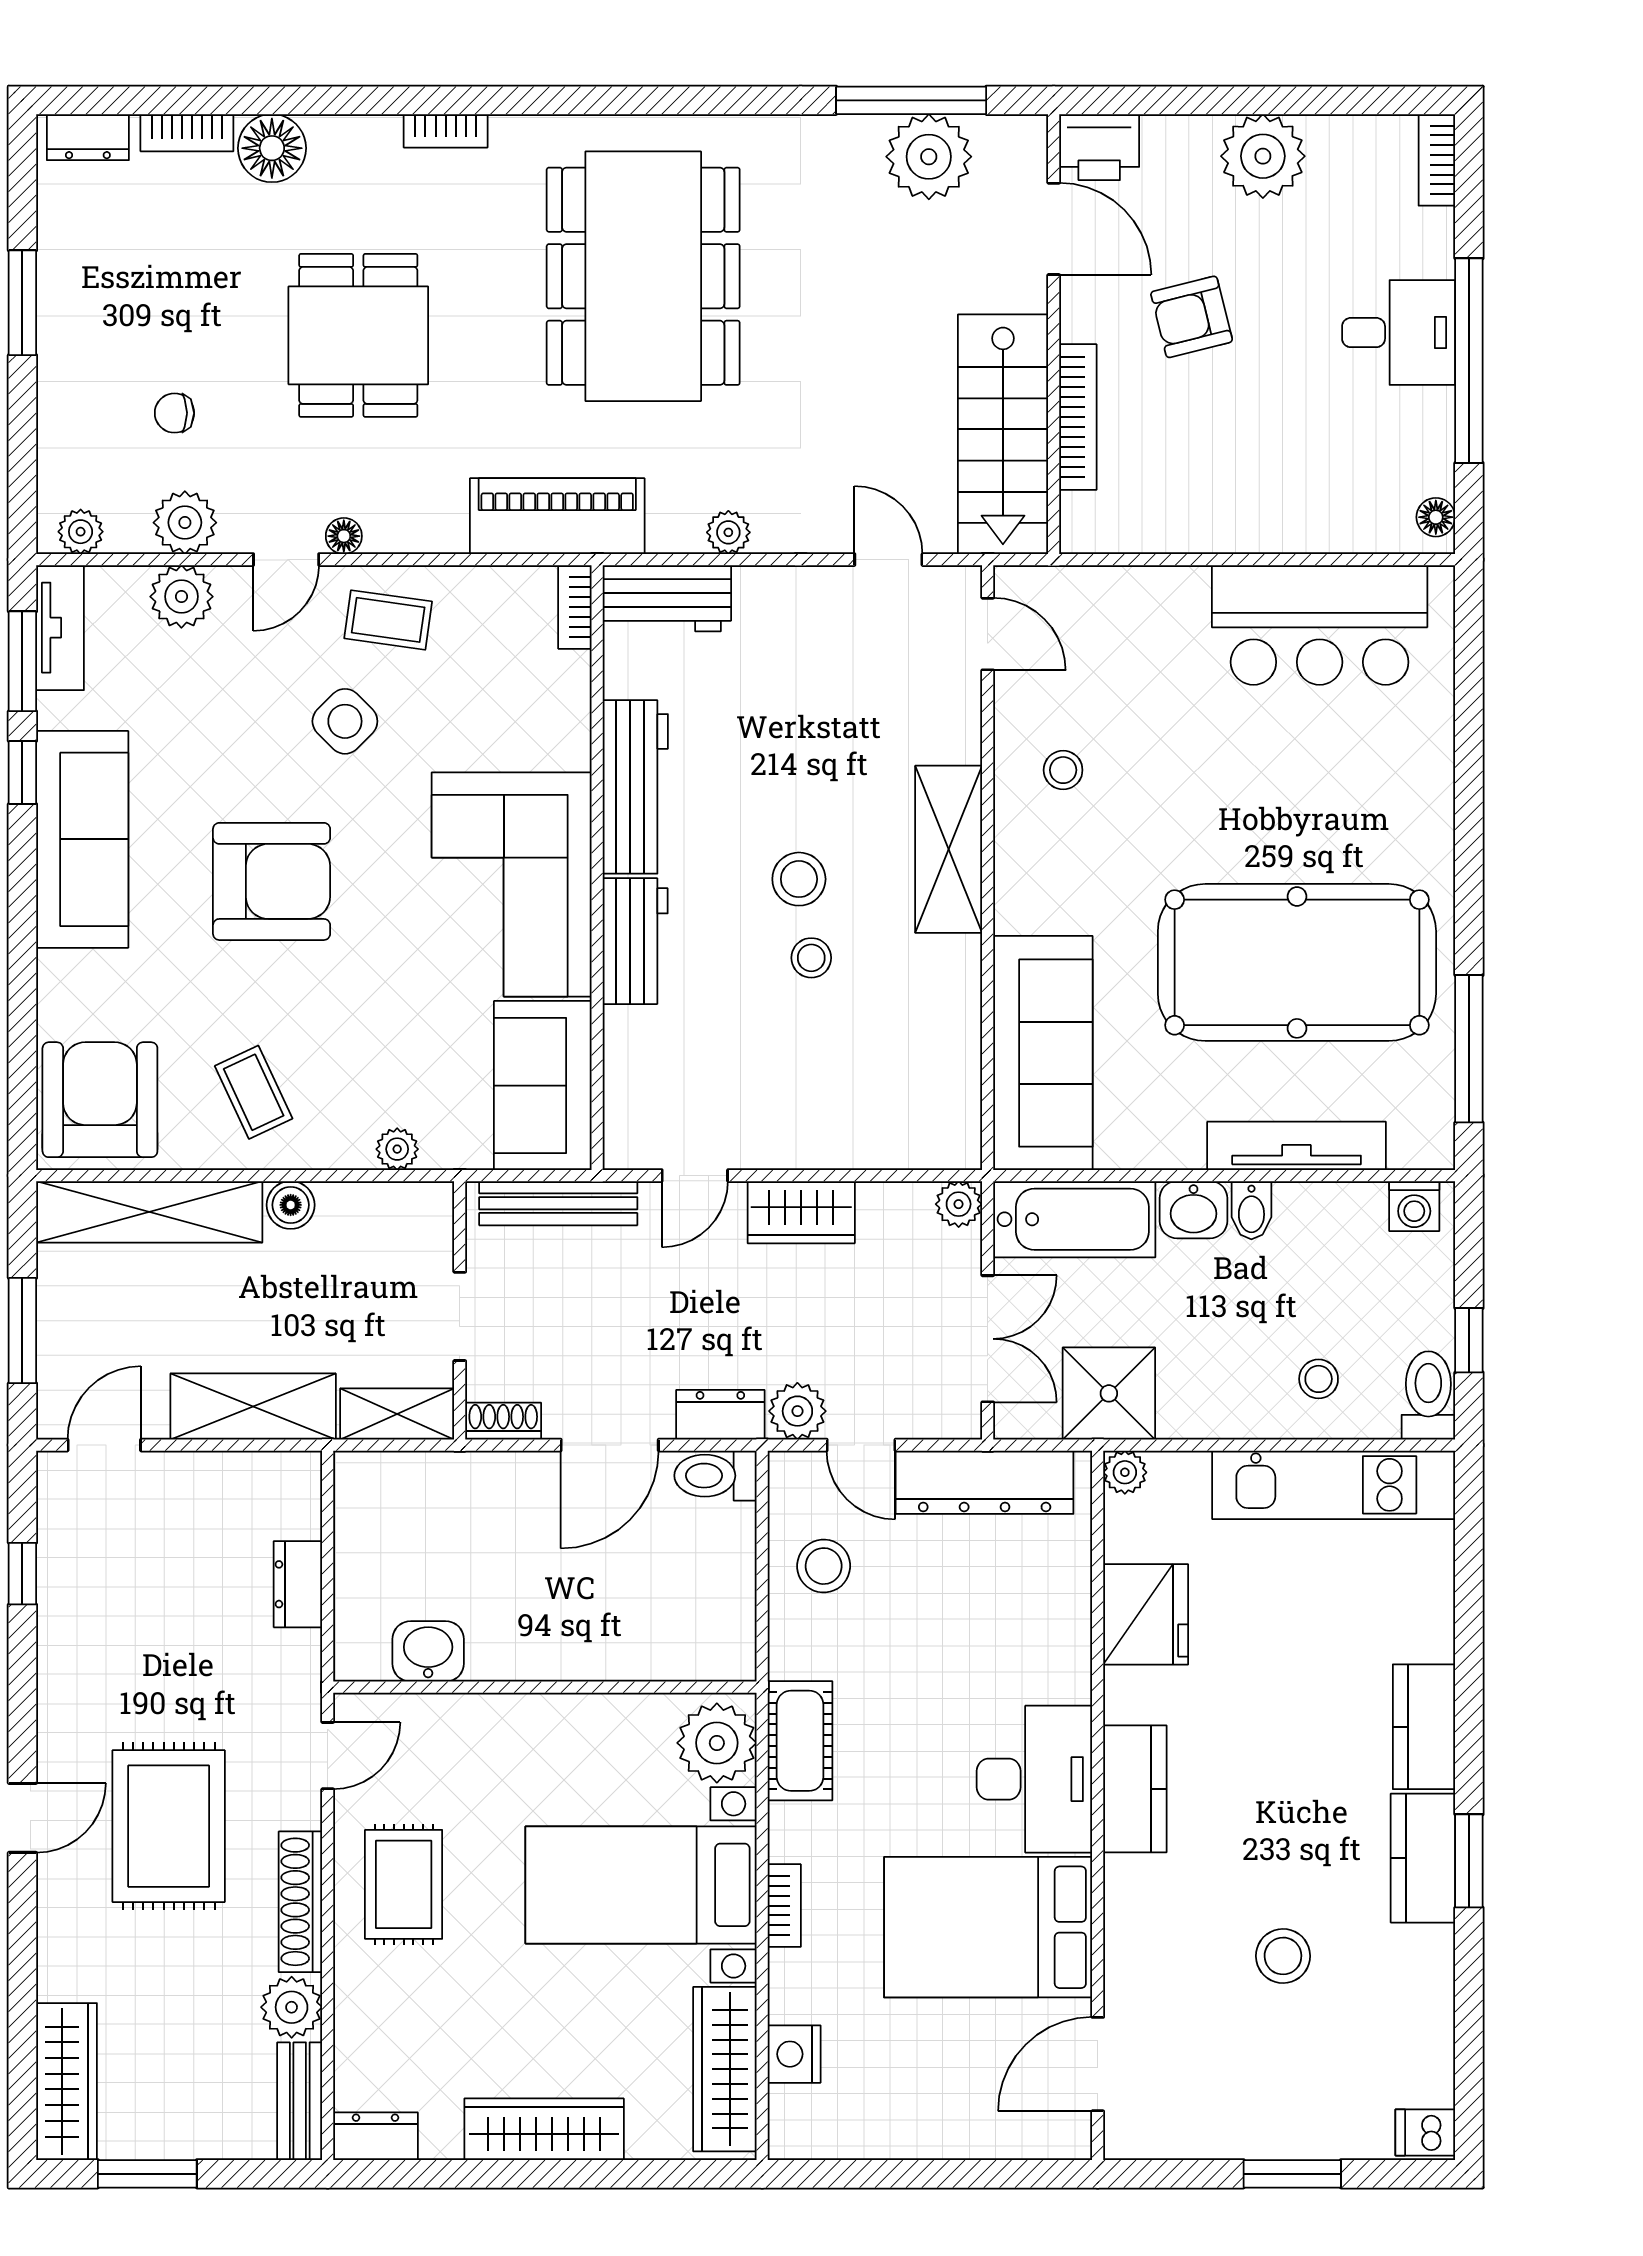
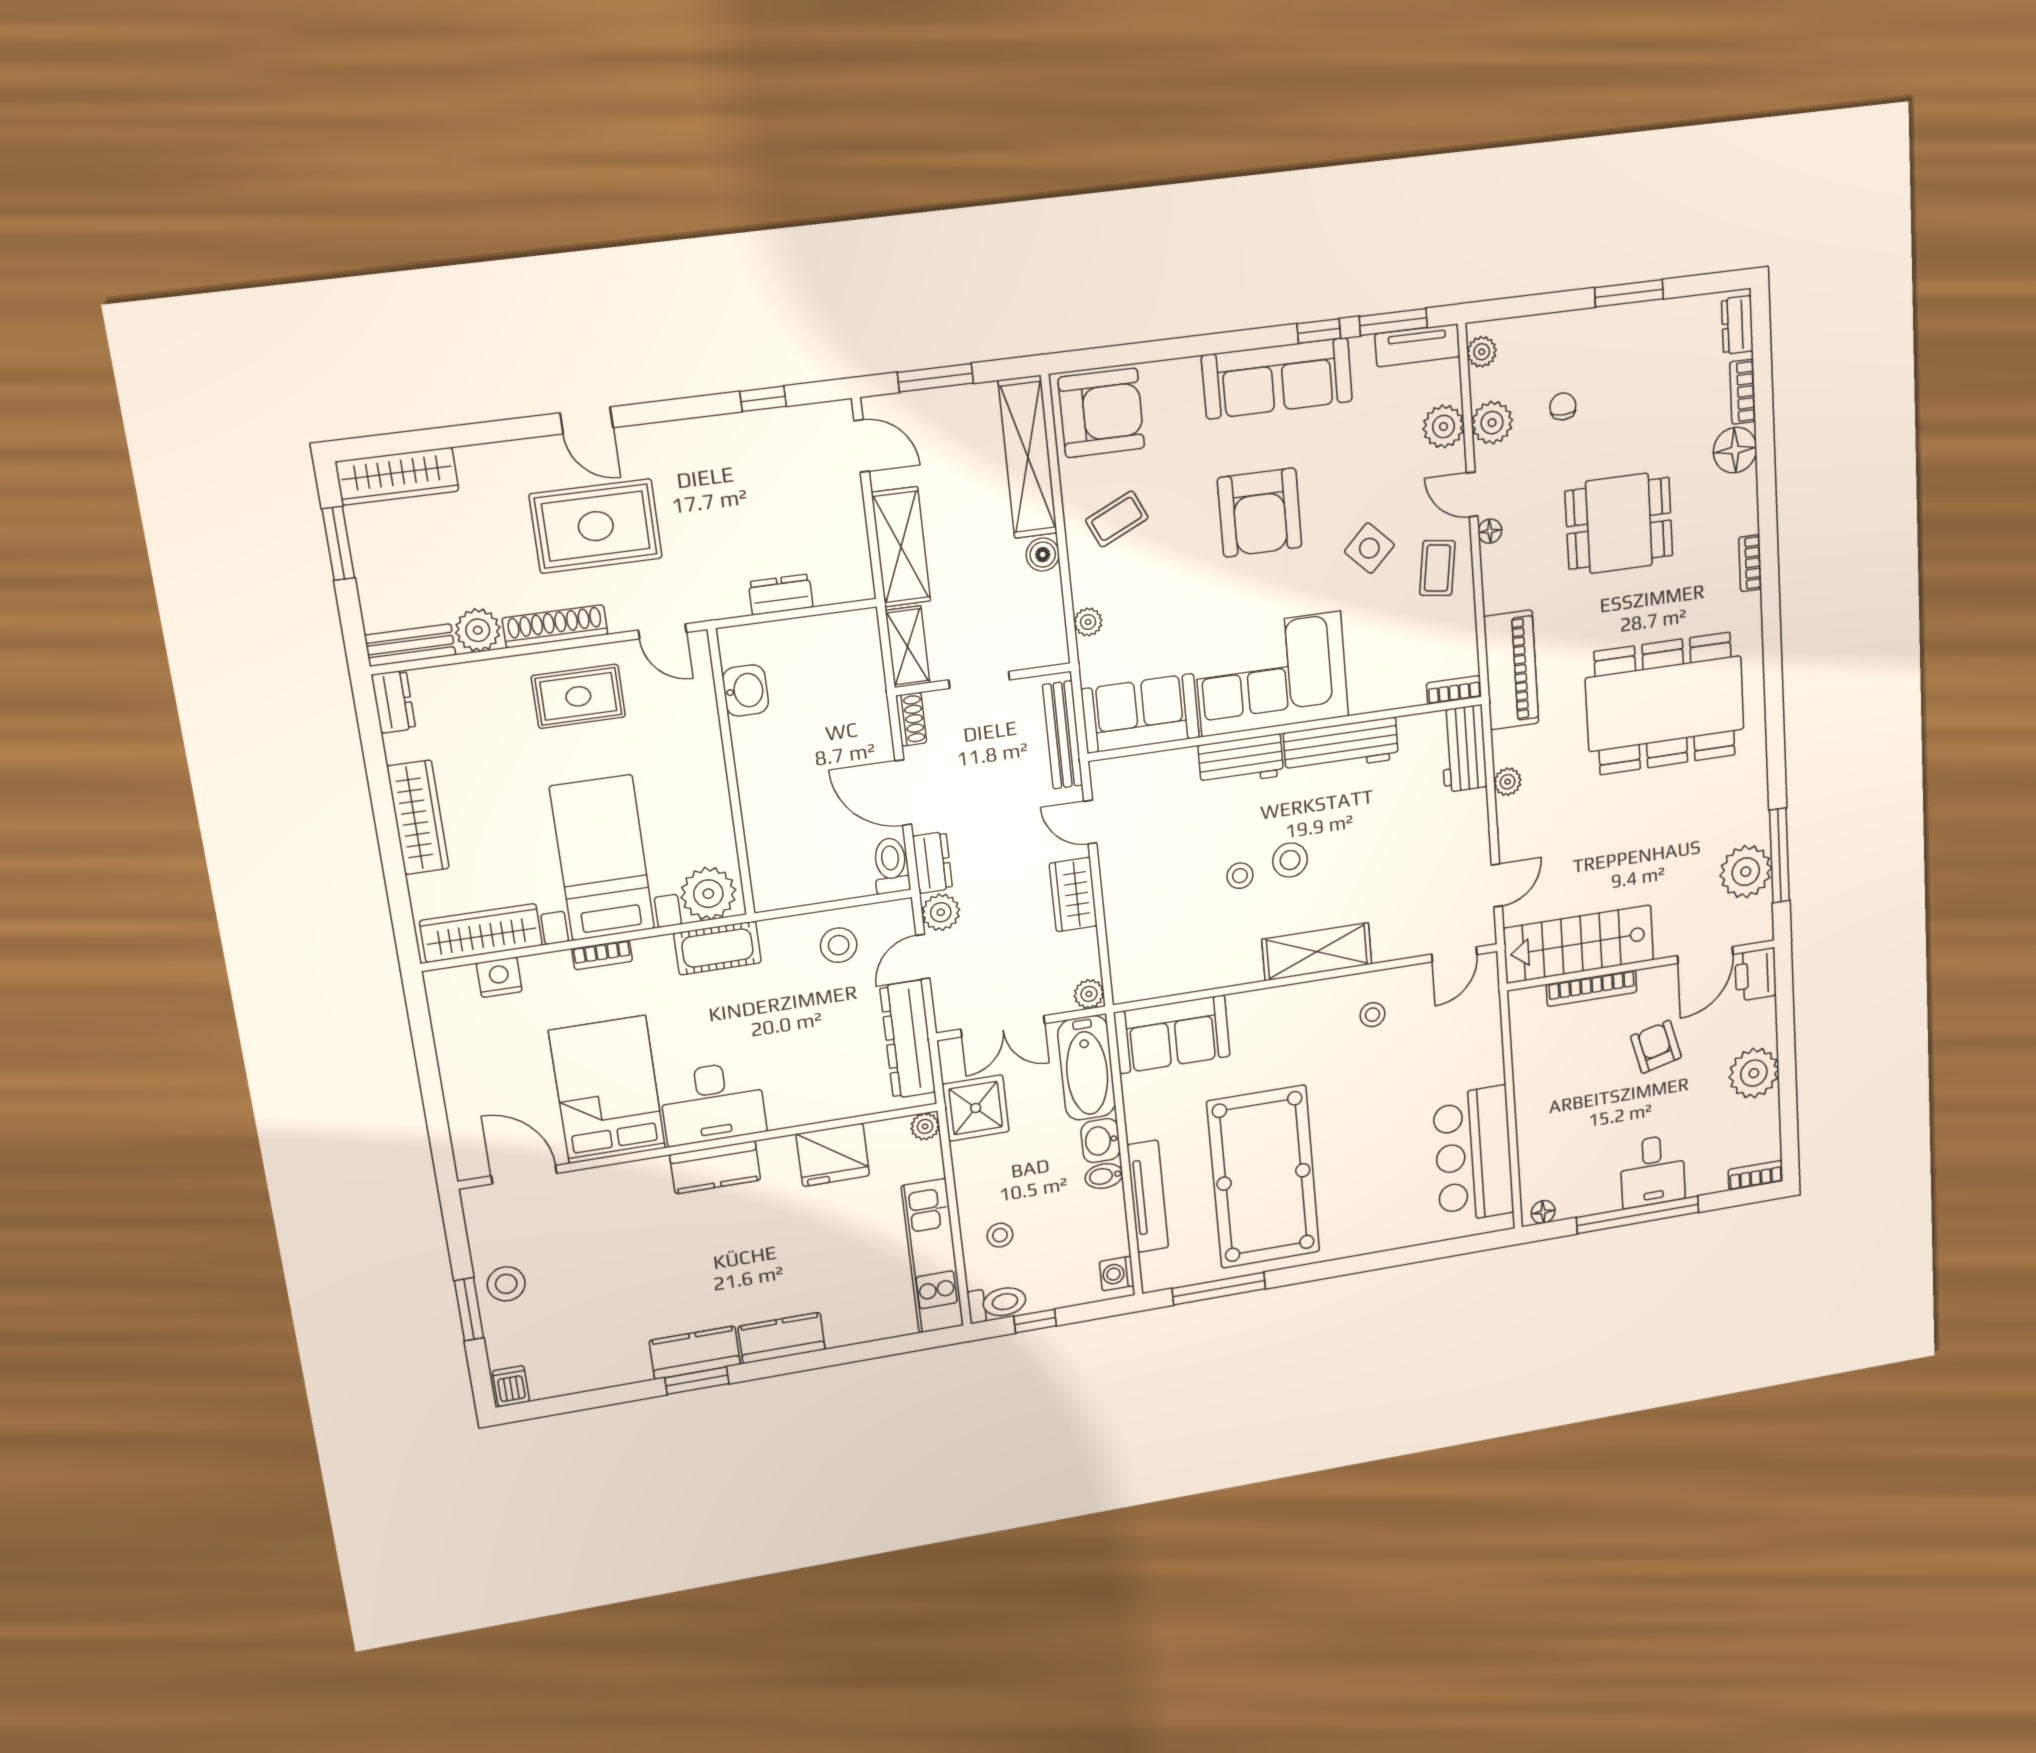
sofa: (1043, 1053) -> (1172, 1034), width x0.73
stool: (1283, 1956) -> (506, 1284), moved

